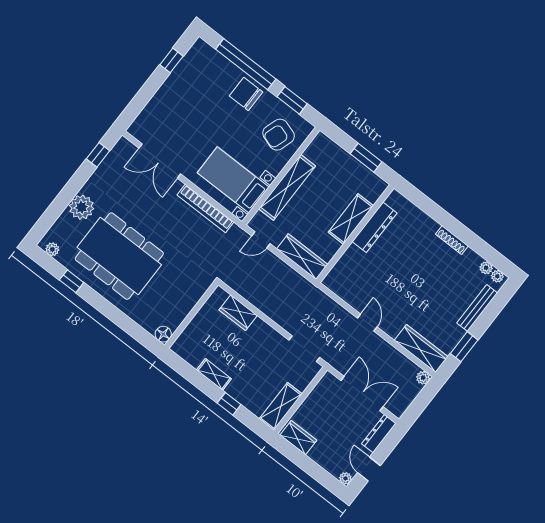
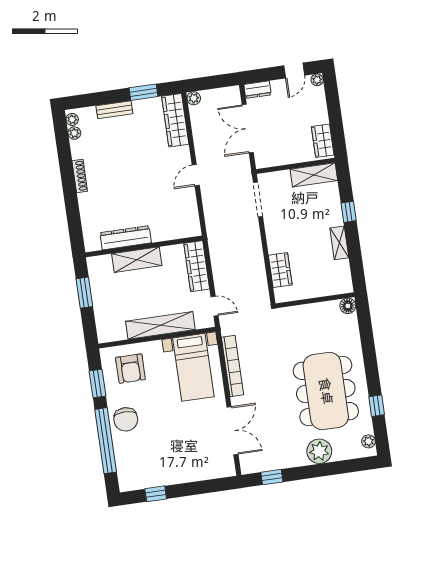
armchair: (279, 135) -> (130, 369), turned 72
bench: (477, 308) -> (114, 110), width x0.73
dresser: (379, 434) -> (258, 90), width x0.70

